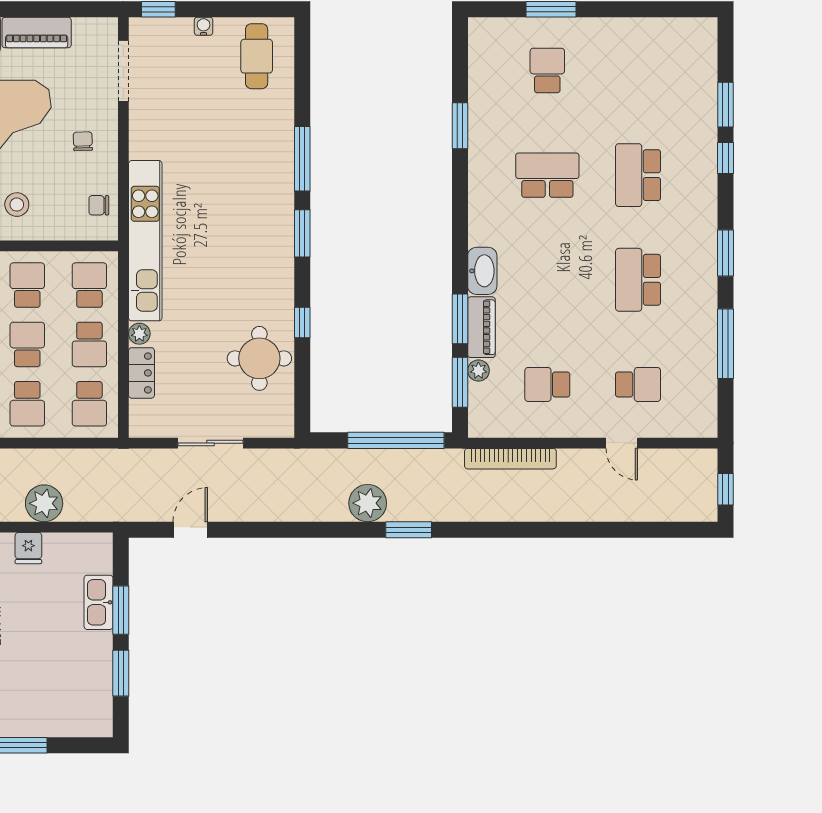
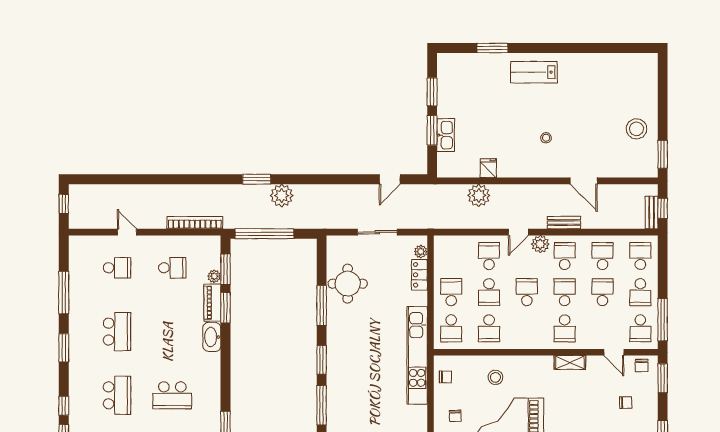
window: (302, 322) -> (322, 306), width x2.17
plant: (139, 334) -> (421, 252), moved
school desk: (638, 384) -> (117, 268), turned 180
school desk: (89, 404) -> (451, 256), removed

